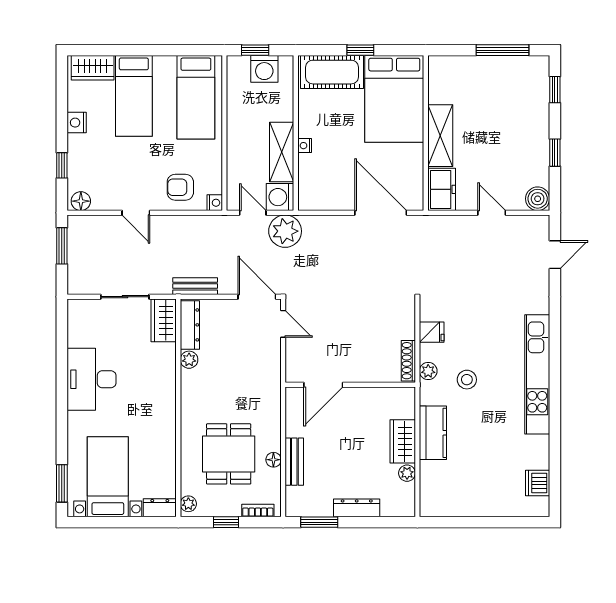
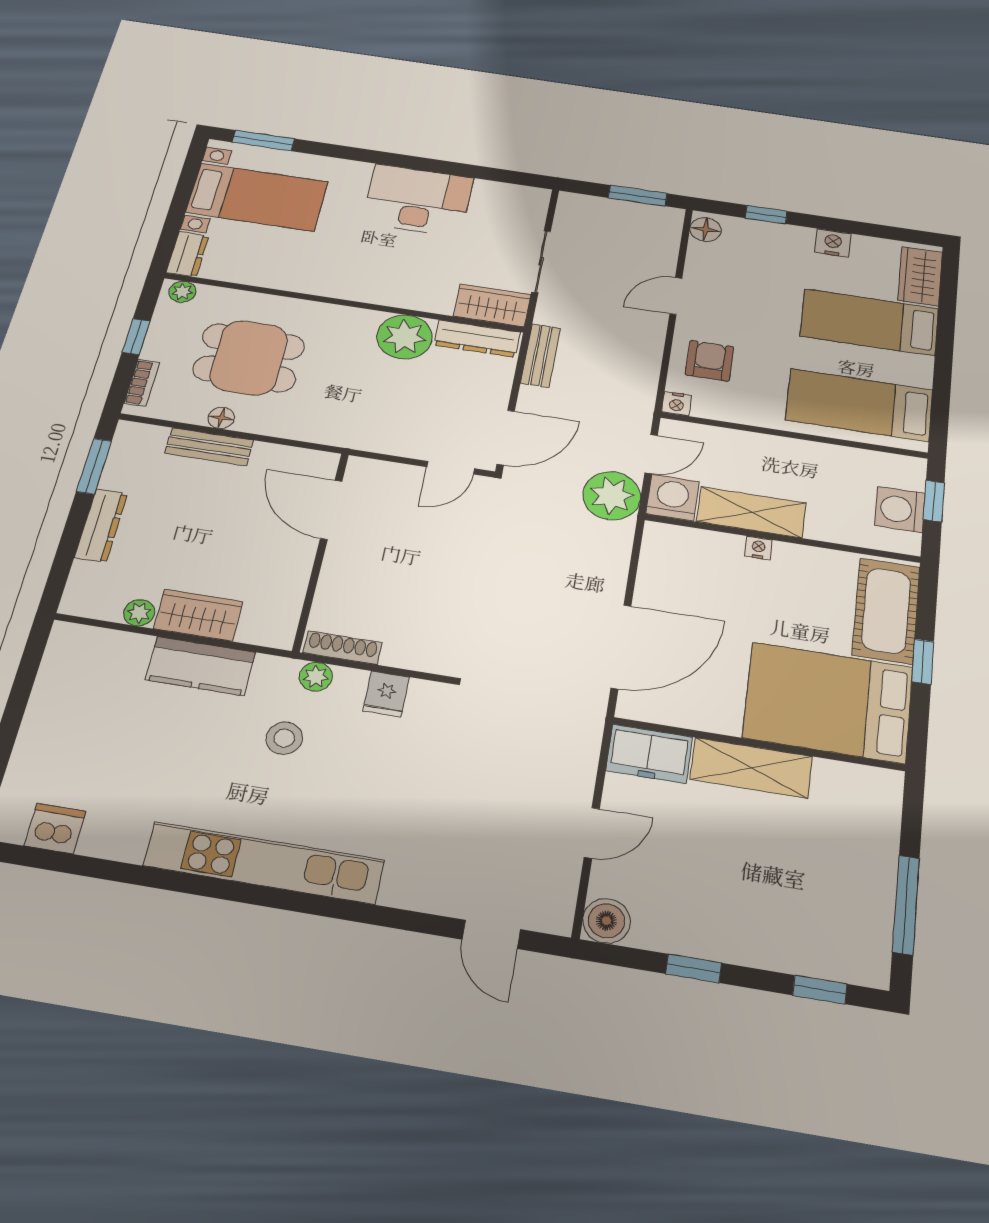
plant: (189, 360) -> (405, 337), width x1.88, depth x1.88

